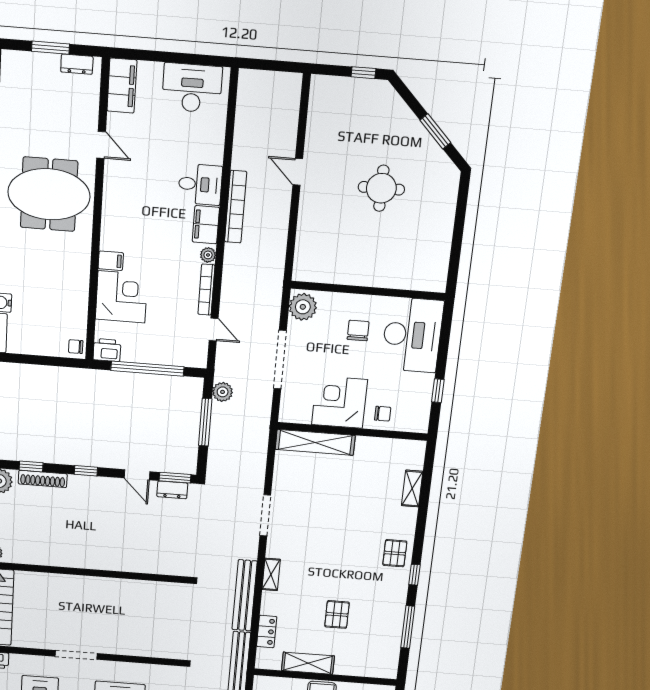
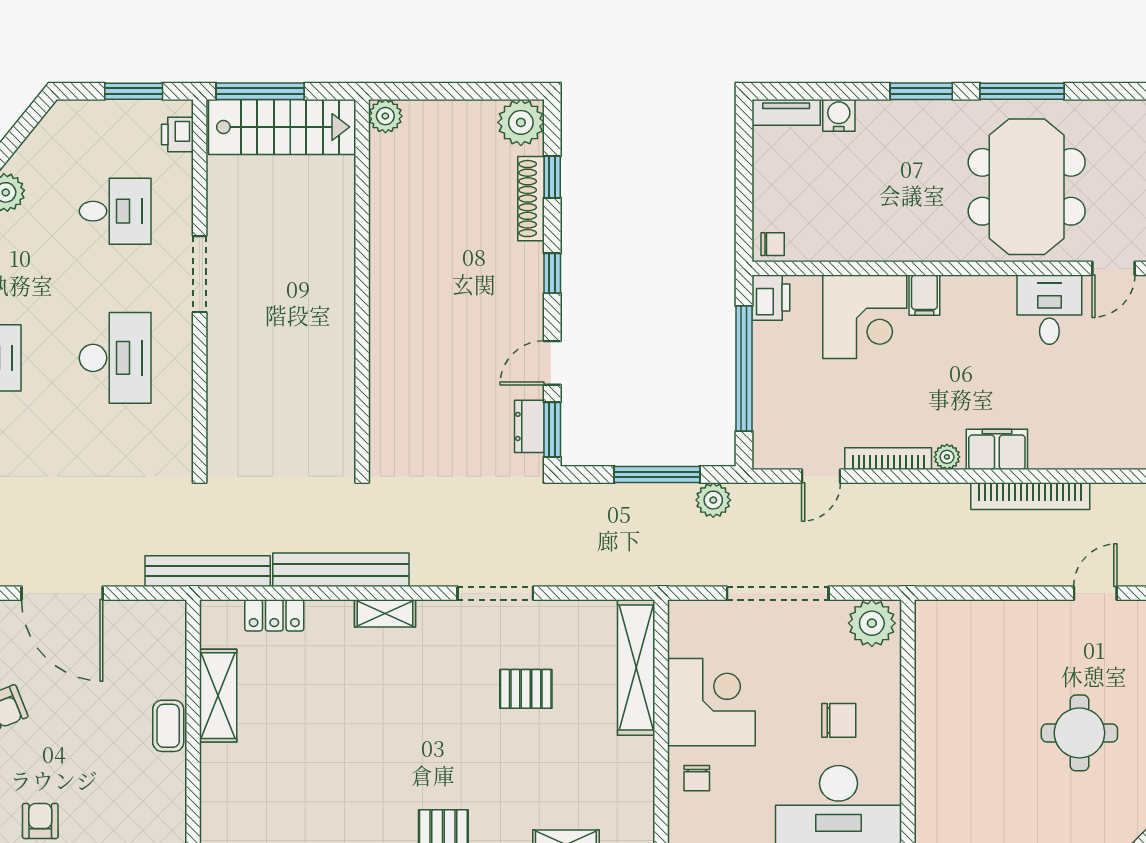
desk: (200, 184) -> (1049, 310), moved, turned 180
chair: (76, 347) -> (773, 244), turned 90
pallet: (337, 614) -> (526, 689), moved

